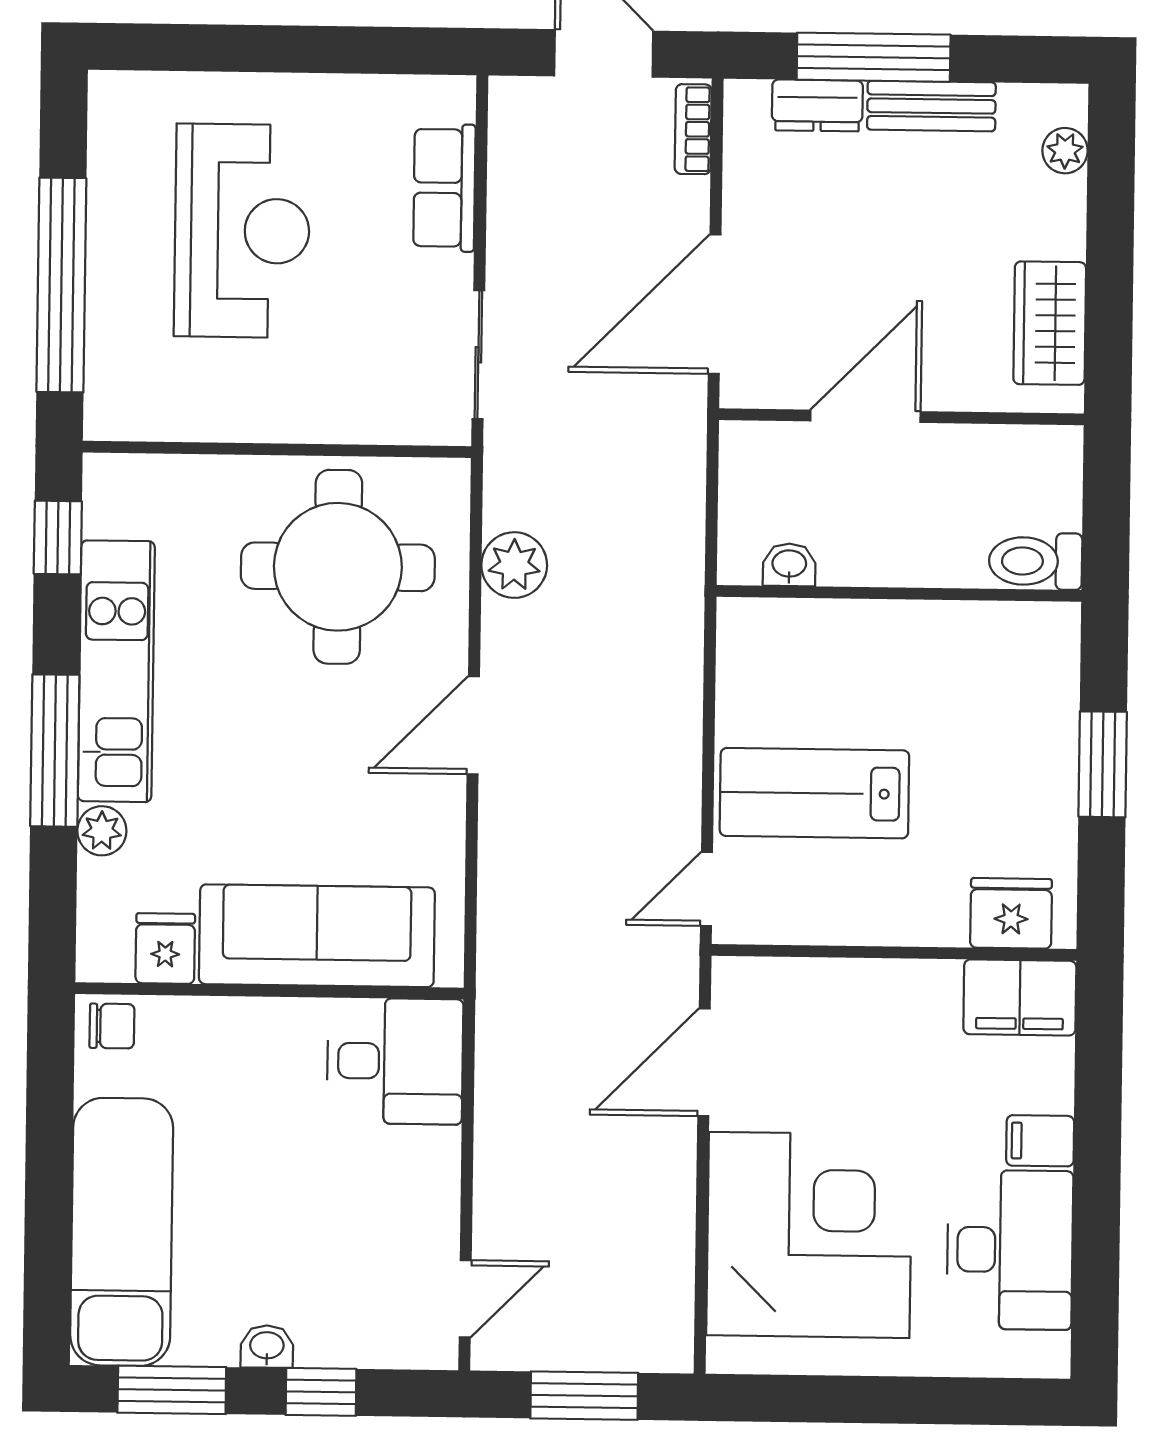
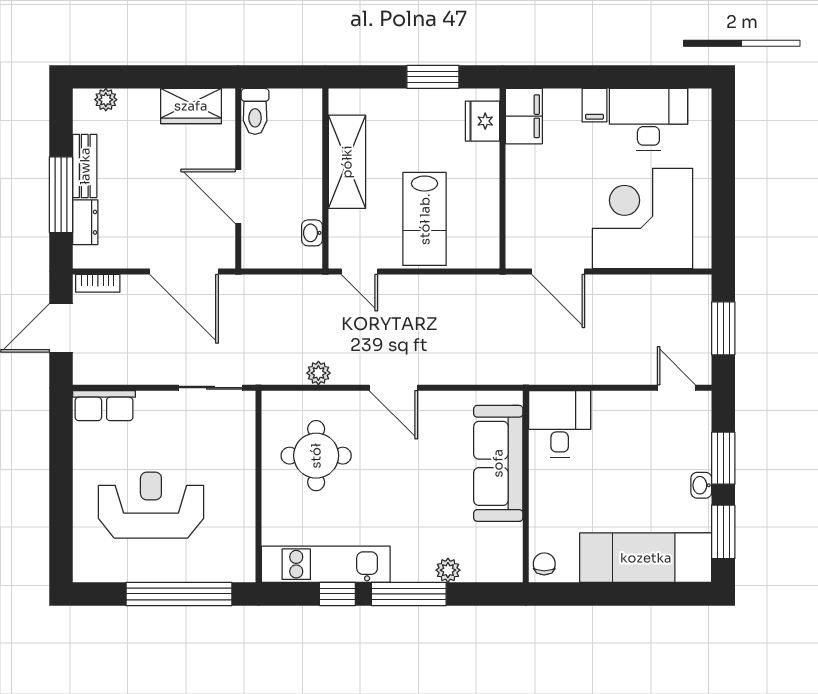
row of seats: (444, 188) -> (104, 406), moved
window: (58, 538) -> (337, 594), moved
toilet: (1035, 561) -> (255, 111), moved
plant: (514, 565) -> (318, 373), width x0.73, depth x0.73
round table: (338, 567) -> (316, 456), width x0.73, depth x0.73
shelving: (932, 638) -> (347, 162), added
kitchen unit: (116, 671) -> (326, 564), moved
window: (1103, 764) -> (433, 77), moved
door: (706, 889) -> (359, 272), moved
fridge: (165, 948) -> (506, 538), removed
window: (321, 1392) -> (723, 458), width x1.50

